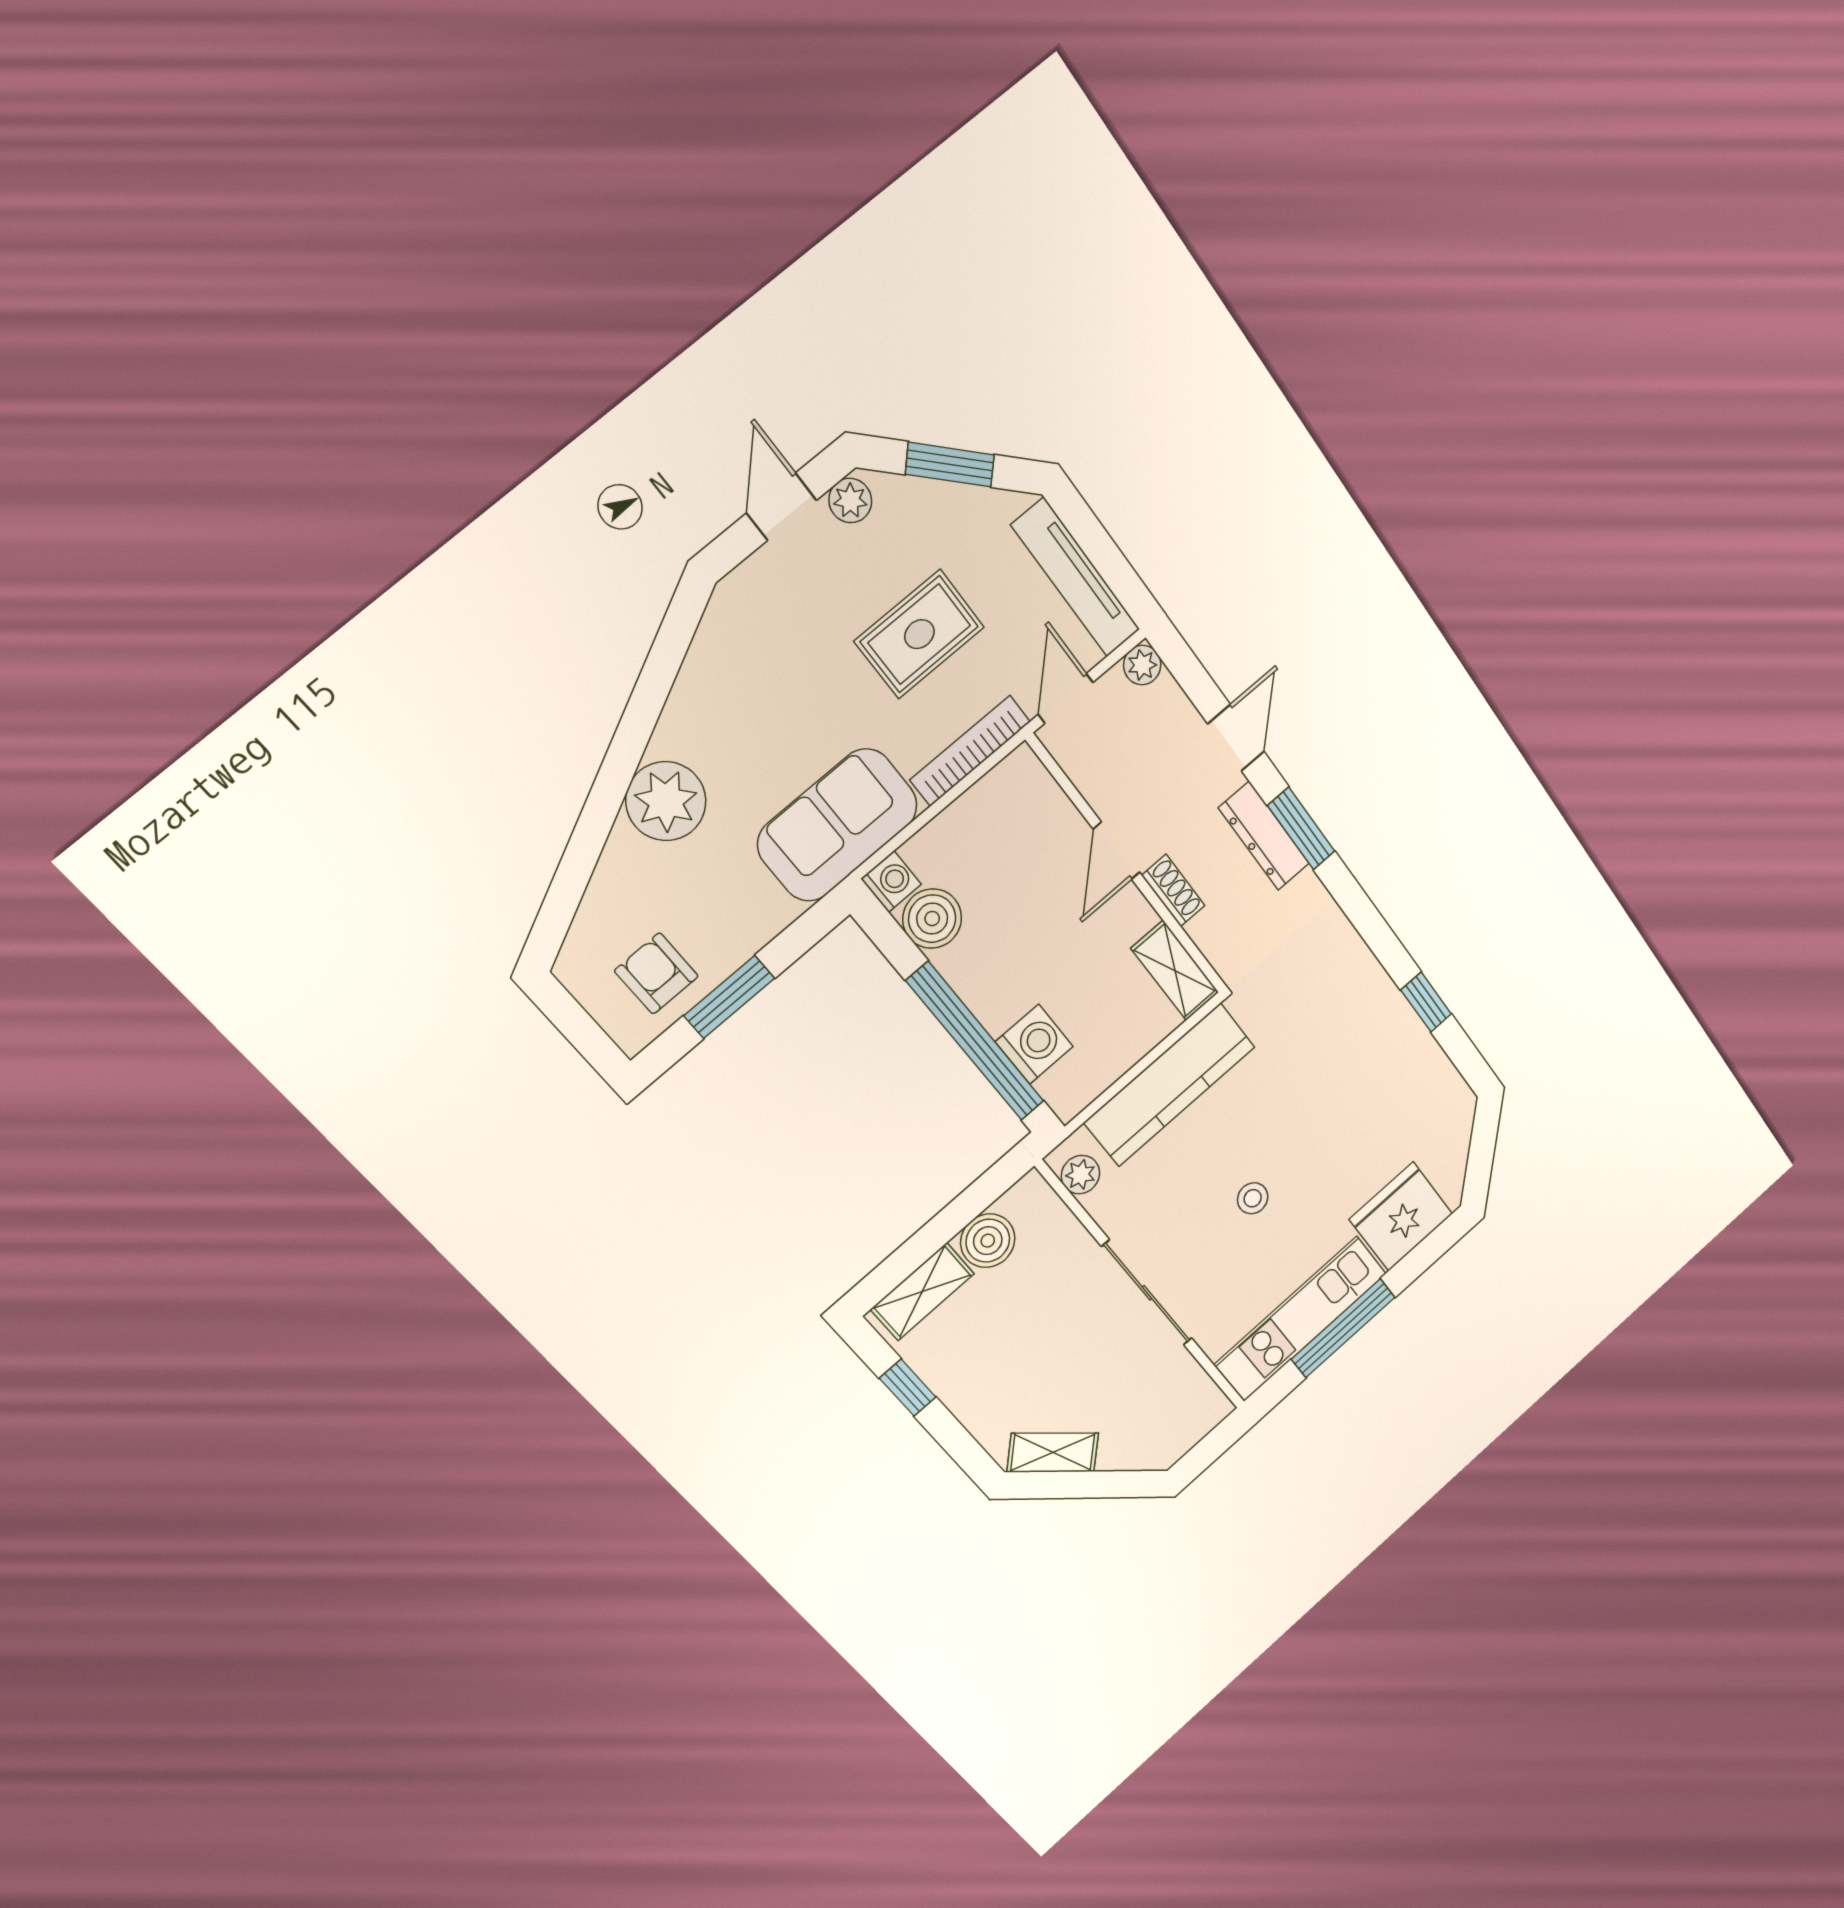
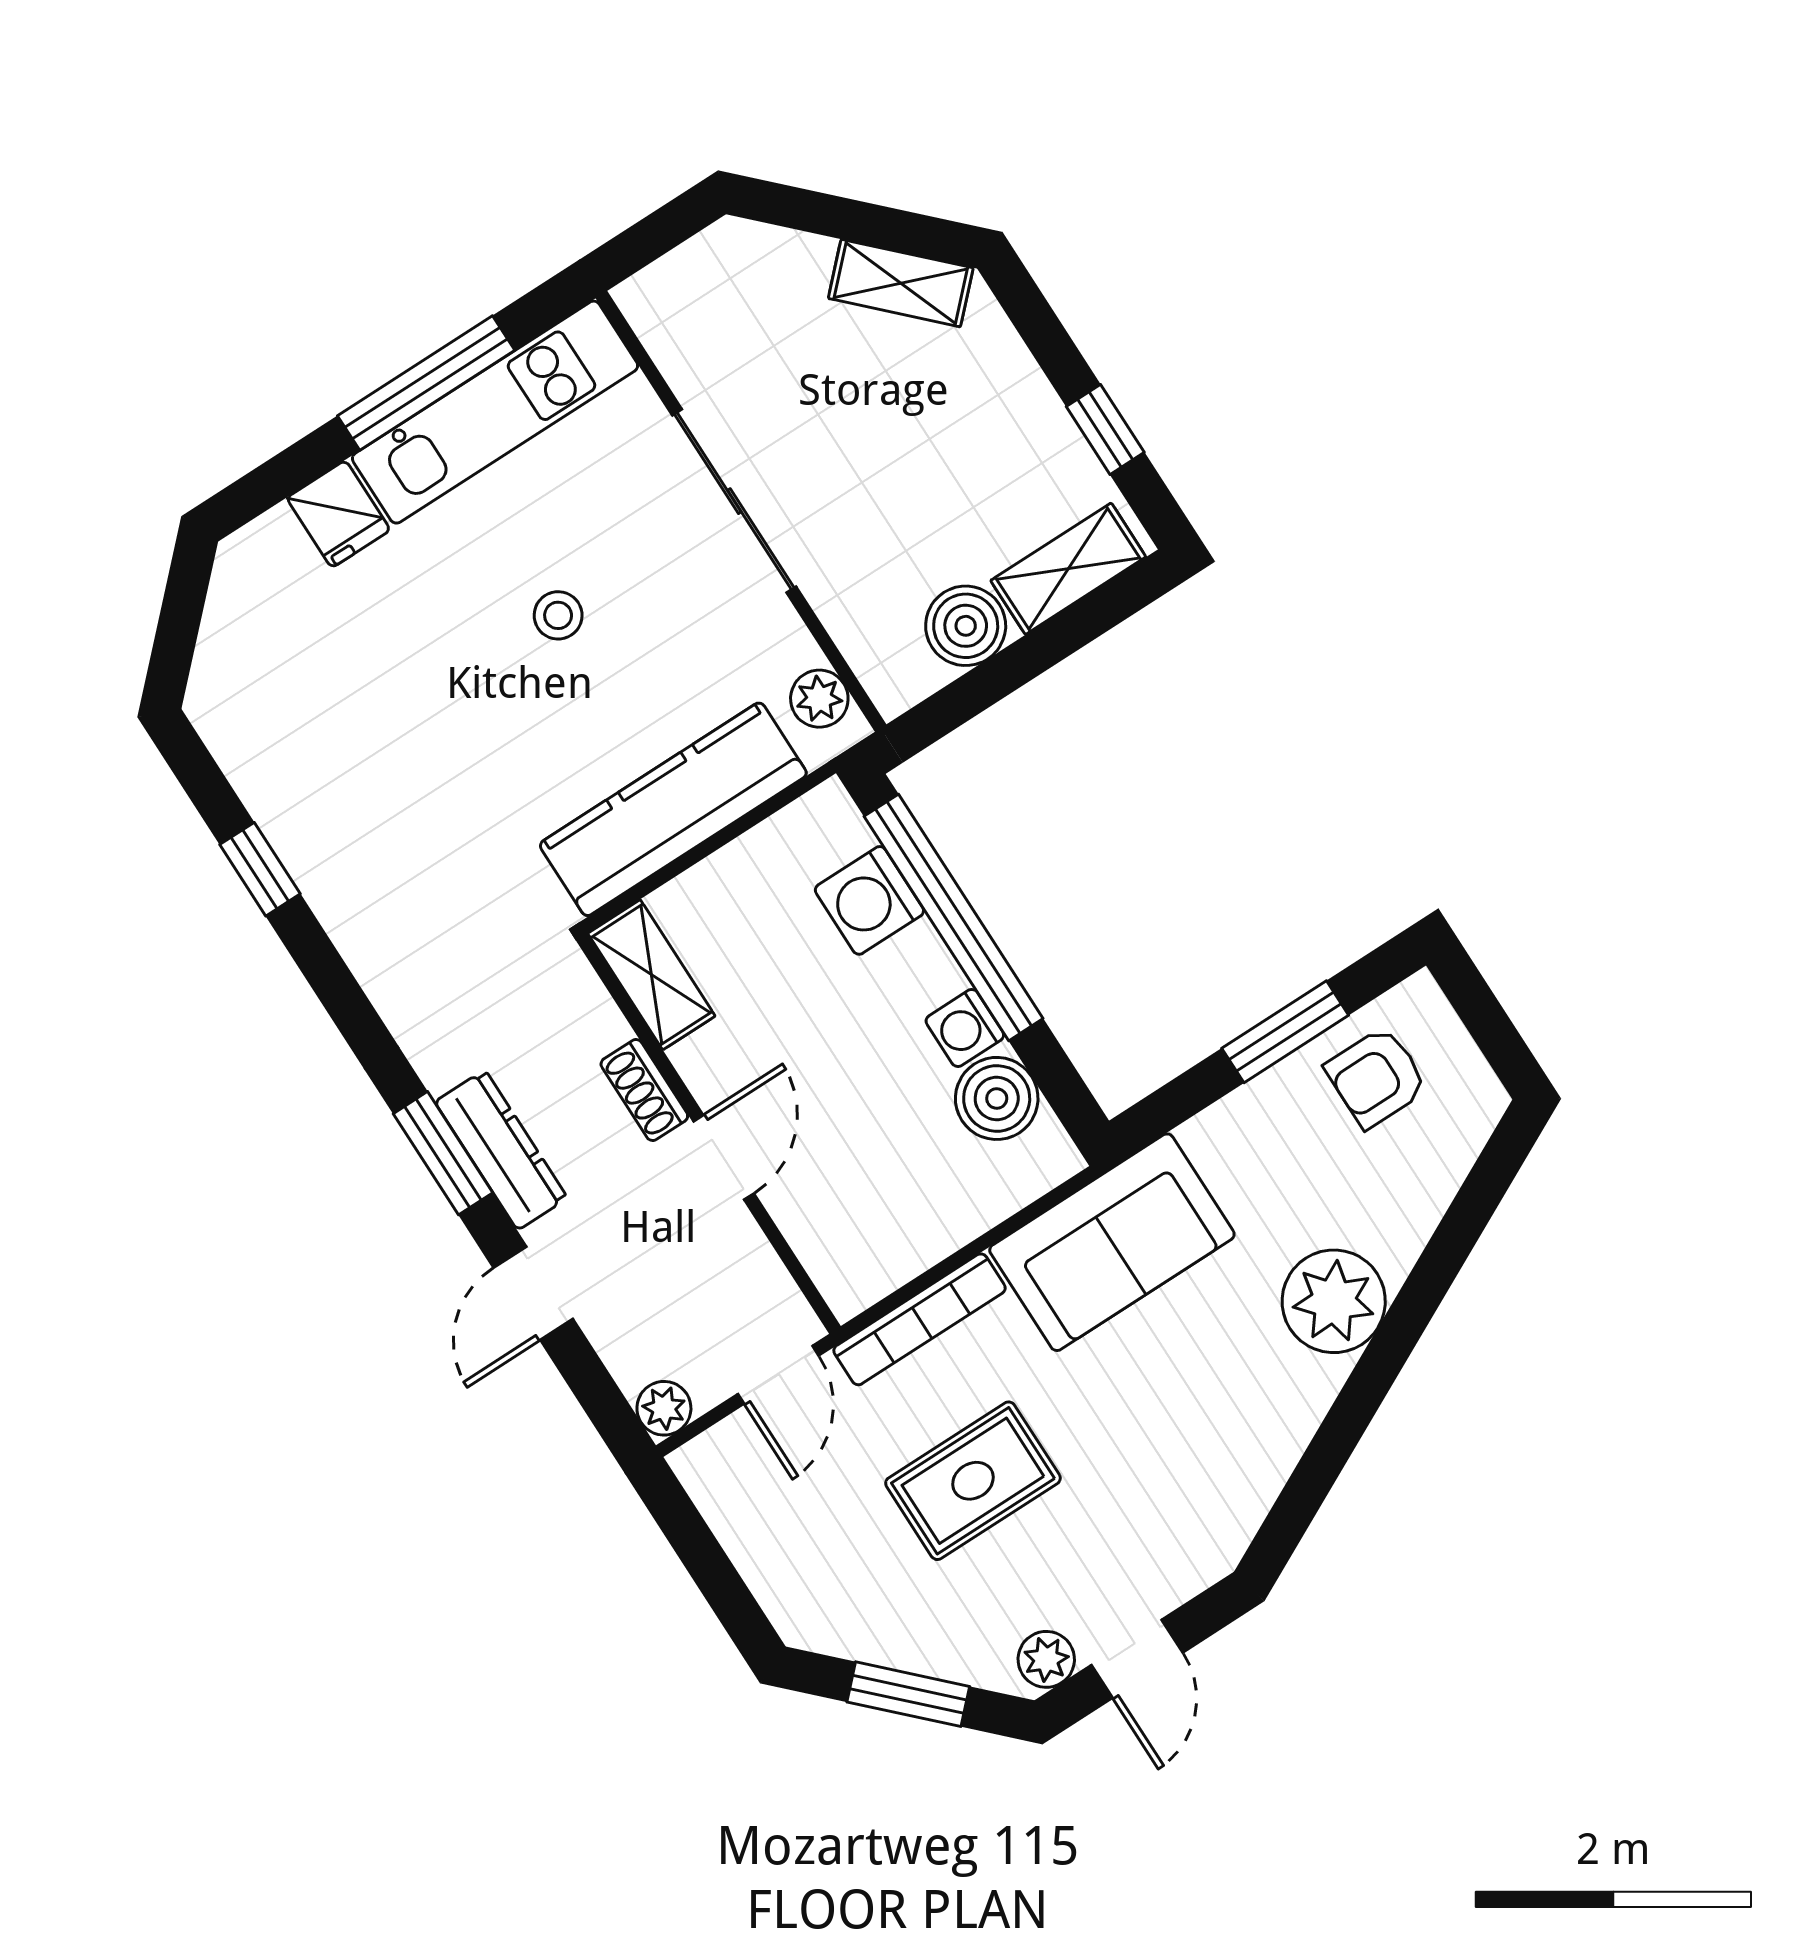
tv unit: (1076, 578) -> (749, 1534), removed
washing machine: (891, 882) -> (965, 1028), moved
armchair: (656, 973) -> (1376, 1077), turned 90
fridge: (1401, 1217) -> (338, 514), width x0.53, depth x0.75

